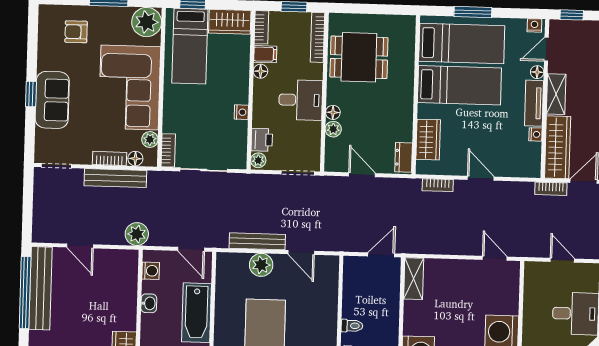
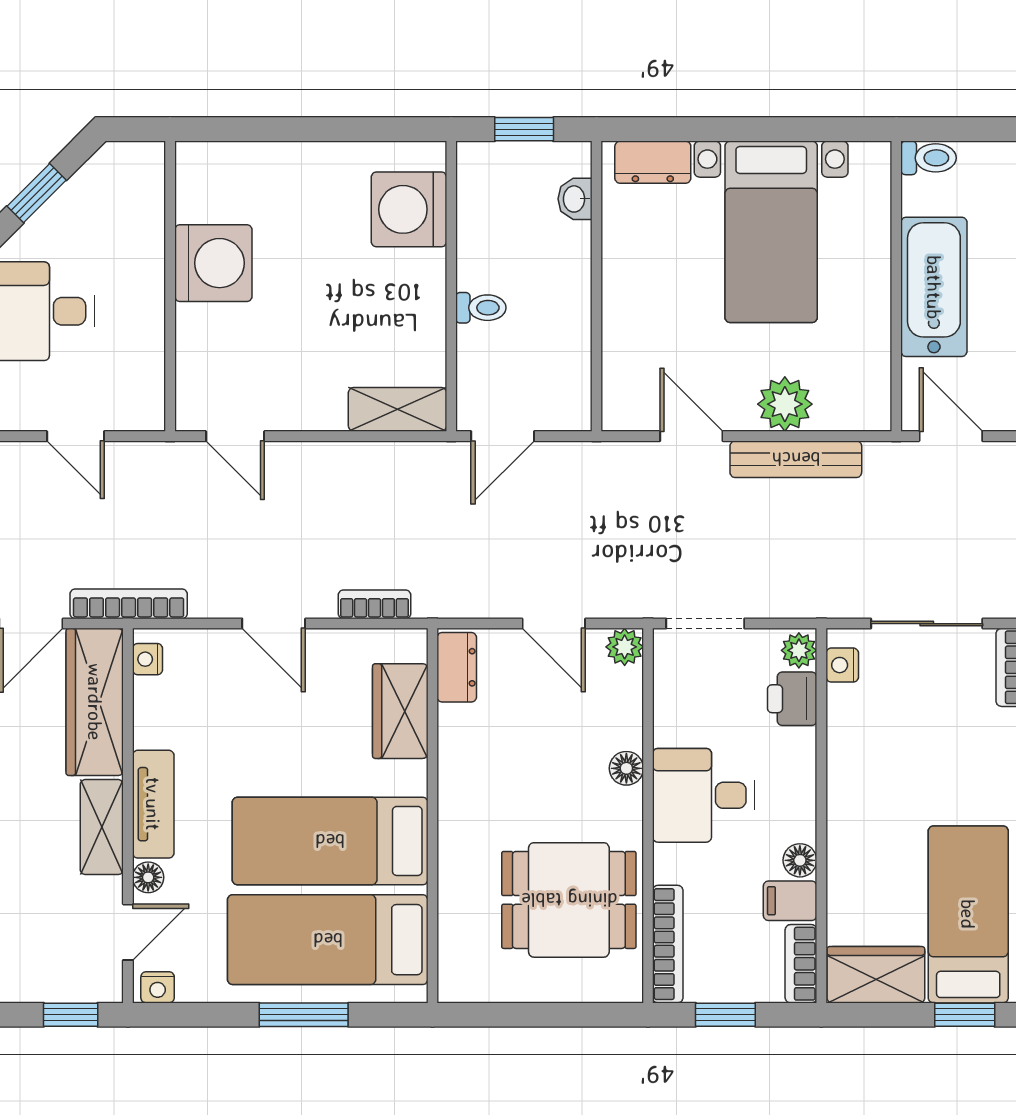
nightstand: (241, 112) -> (842, 665), moved
plant: (333, 129) -> (625, 647), moved
nightstand: (535, 134) -> (148, 659), moved
bookcase: (551, 189) -> (129, 604), width x1.56
shelving: (414, 279) -> (398, 409), moved, turned 90
toilet: (352, 326) -> (481, 308), moved, turned 180

